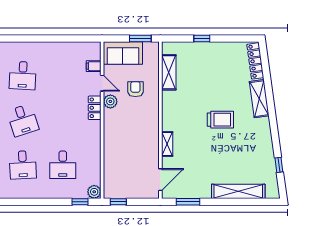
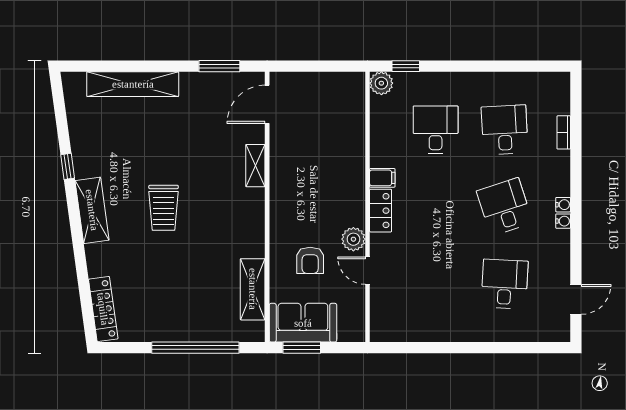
window: (202, 39) -> (195, 348), width x3.17
sofa: (123, 53) -> (303, 323), moved
filing cabinet: (94, 66) -> (382, 178), moved
shelving: (259, 99) -> (92, 210), moved
locker: (95, 108) -> (381, 211), moved
trolley: (220, 120) -> (164, 208), turned -90
window: (279, 165) -> (68, 166), moved
window: (118, 202) -> (340, 66), removed

